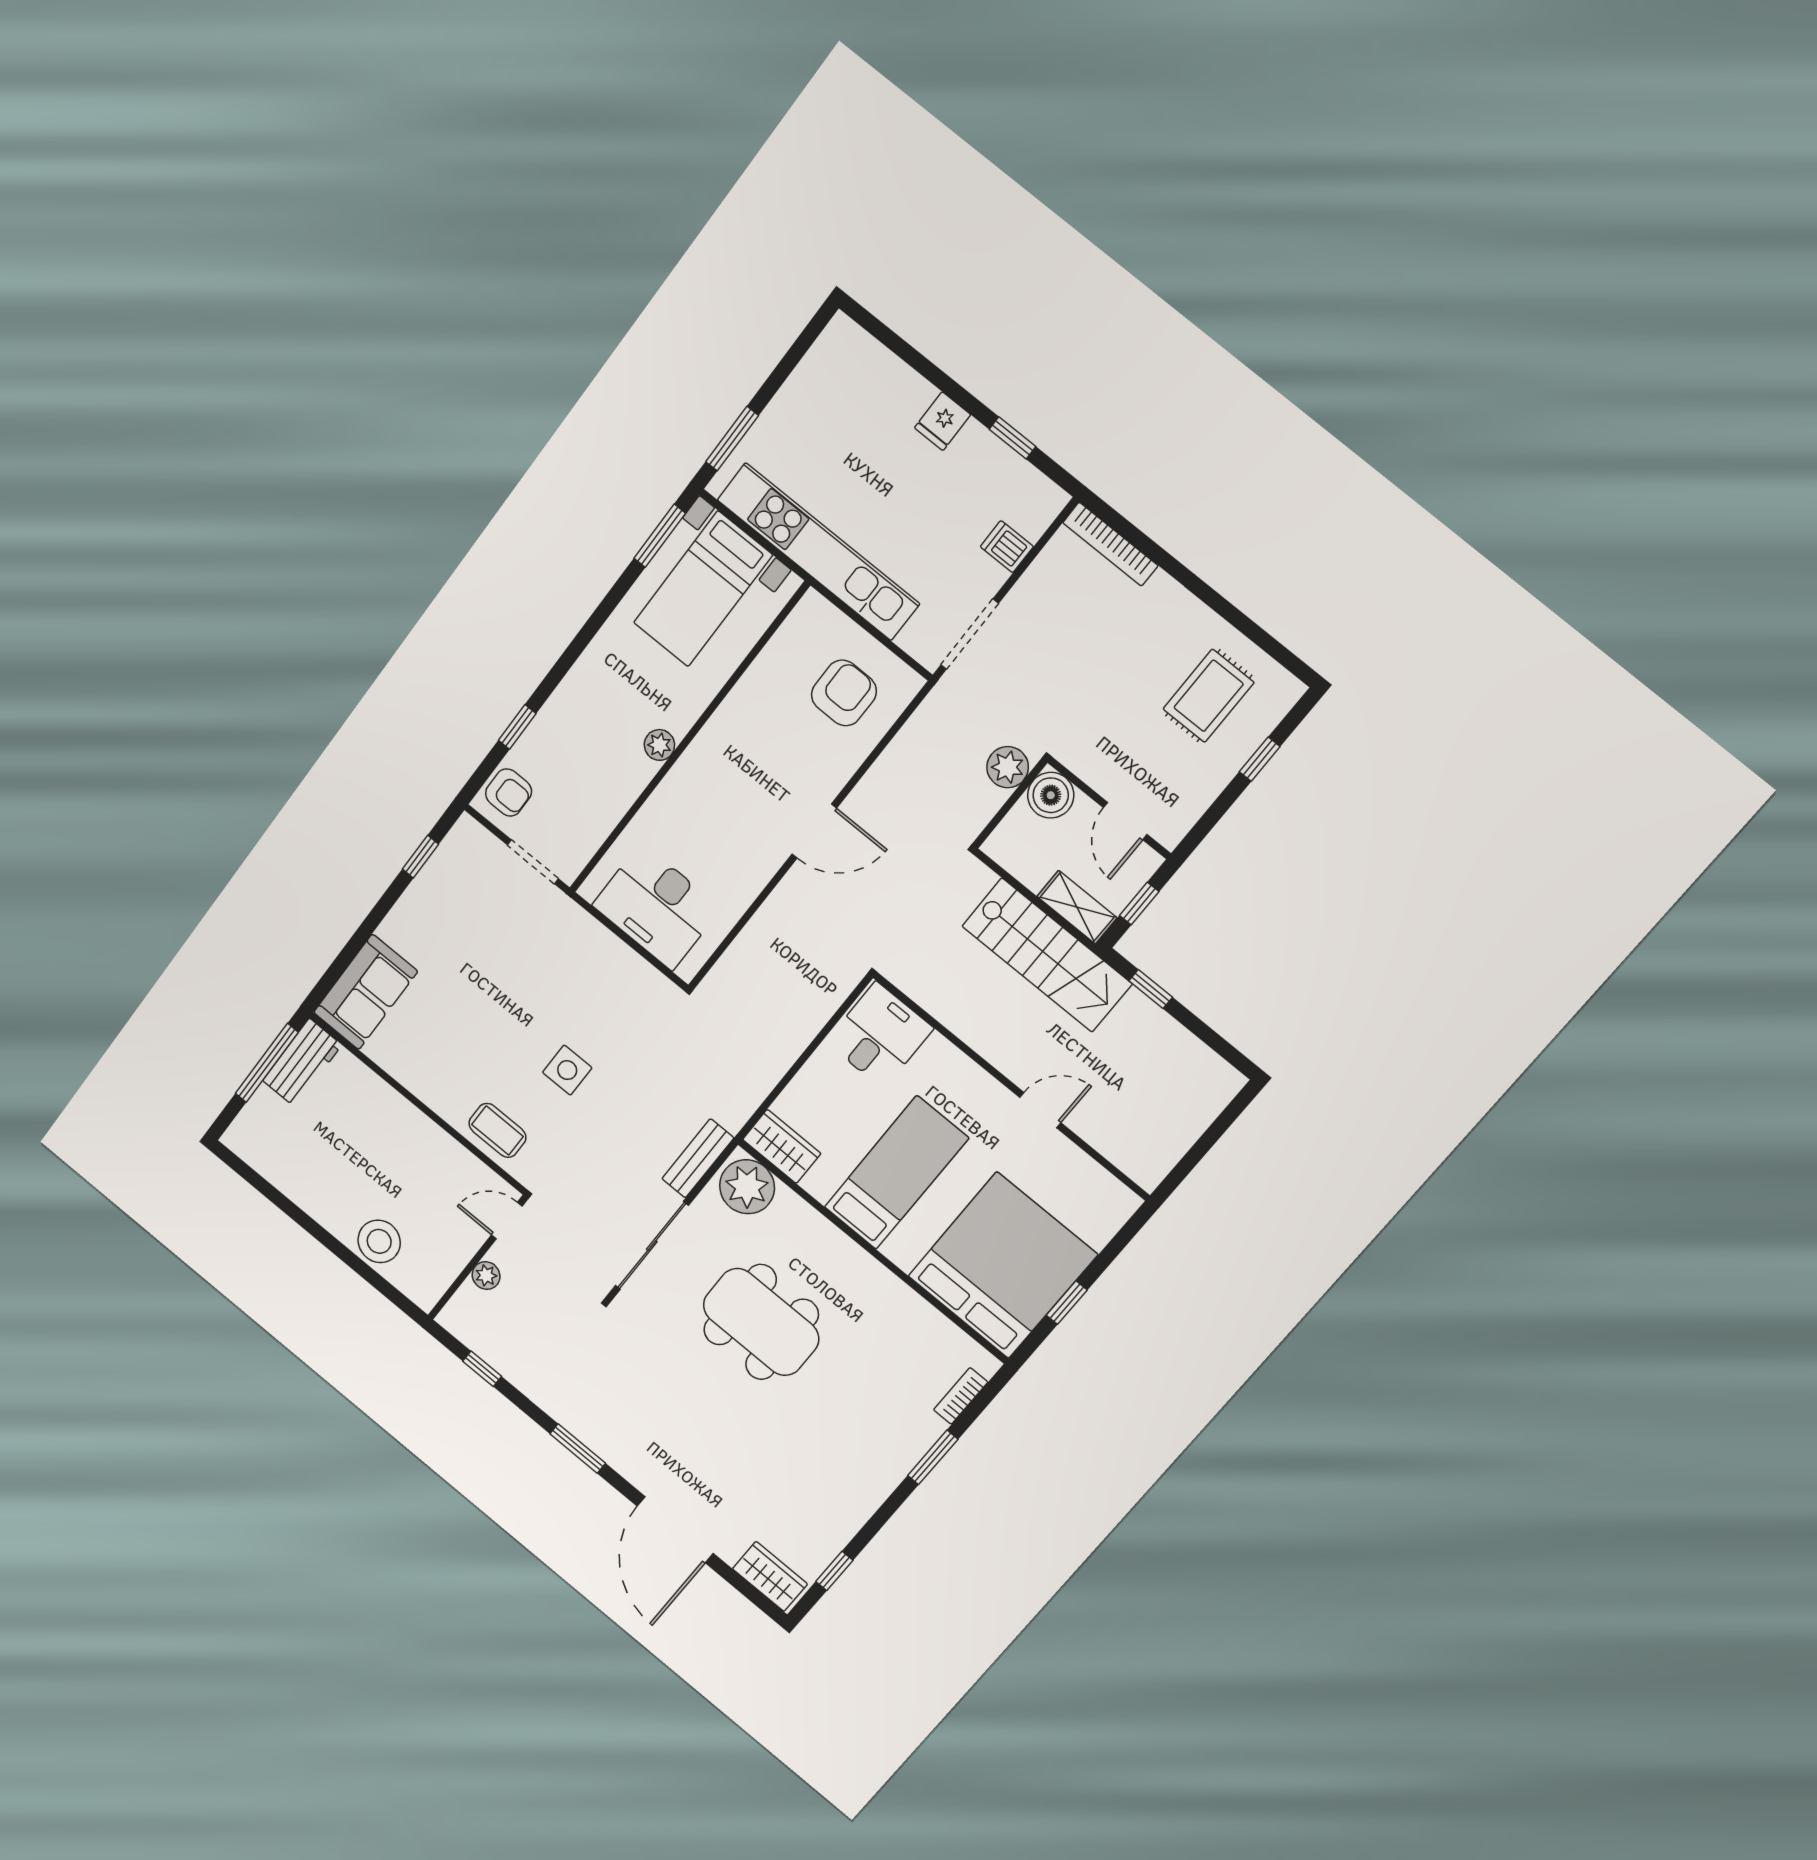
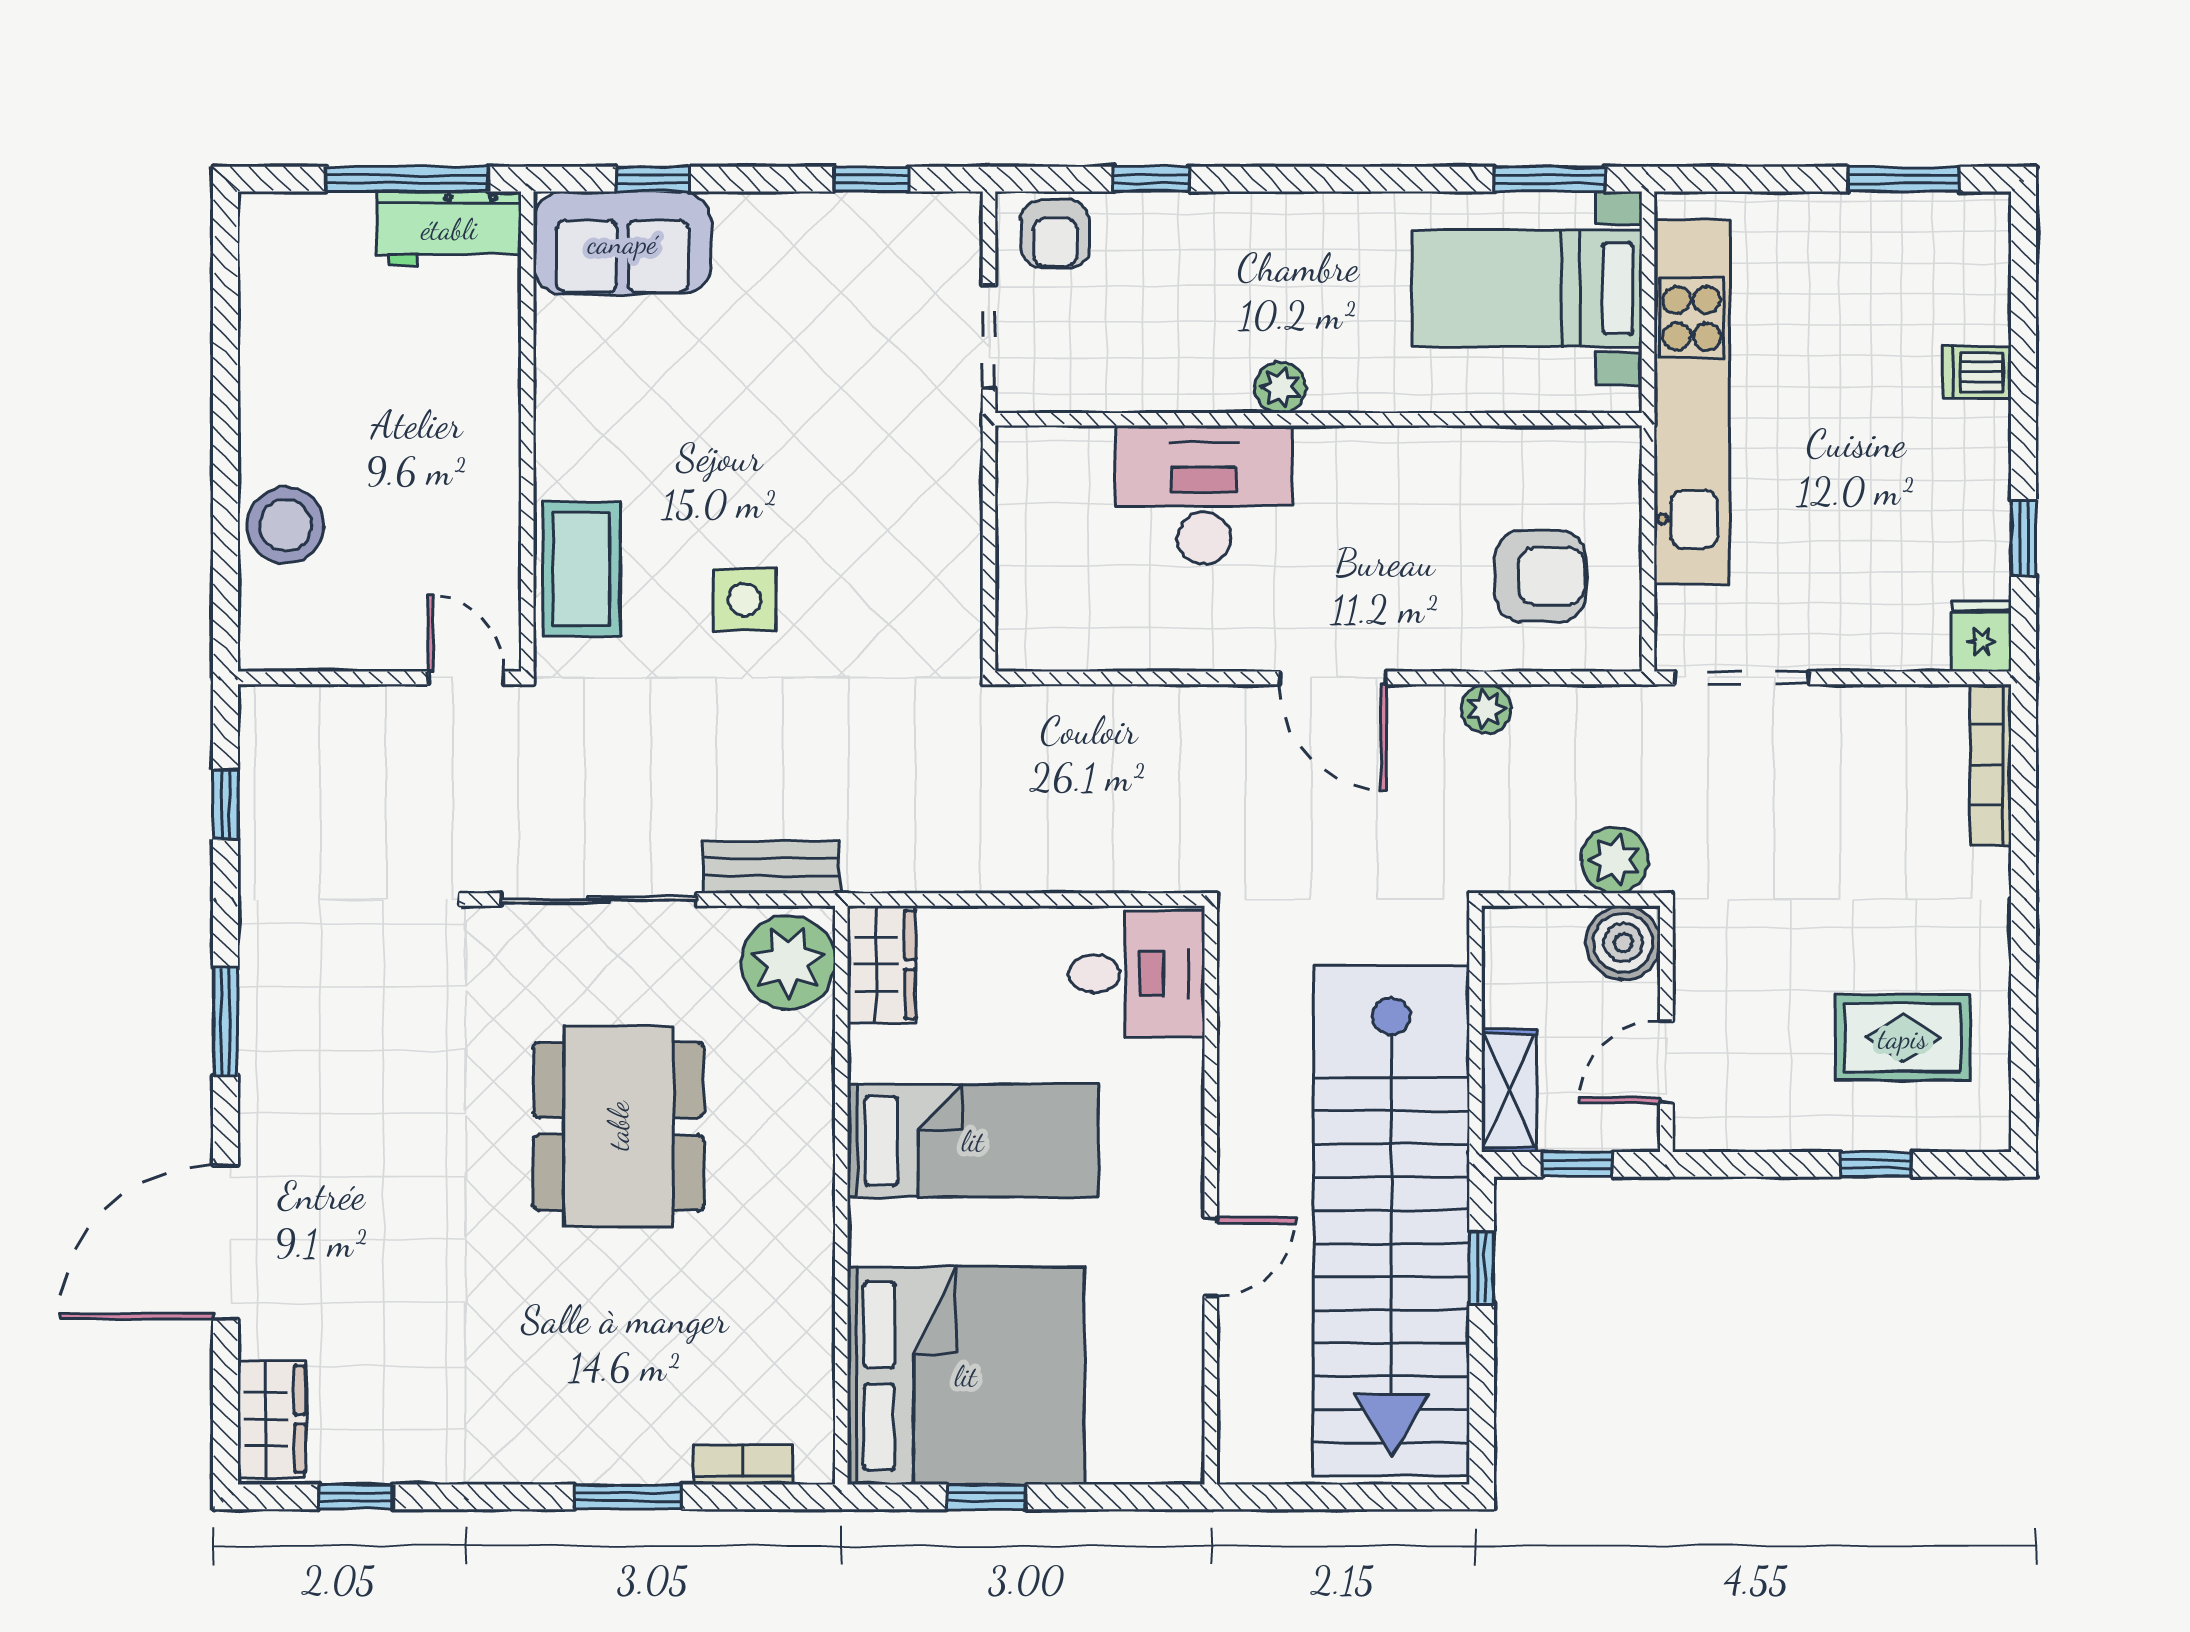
fridge: (943, 421) -> (1981, 636), moved, turned 90
window: (732, 439) -> (1904, 179), moved
dishwasher: (1007, 547) -> (1977, 372), moved, turned -90
desk: (657, 907) -> (1204, 495), moved, turned 90
window: (347, 955) -> (652, 179), added
stairs: (1047, 955) -> (1391, 1221), width x1.86, depth x1.51
door: (1040, 1110) -> (1211, 1257), hinge flipped
coffee table: (497, 1130) -> (582, 569), width x1.36, depth x1.30
plant: (486, 1275) -> (1486, 709), moved

